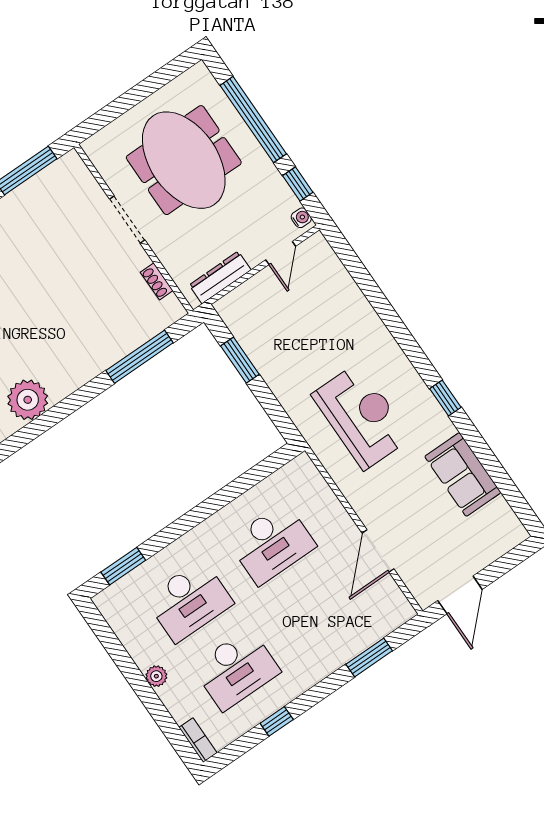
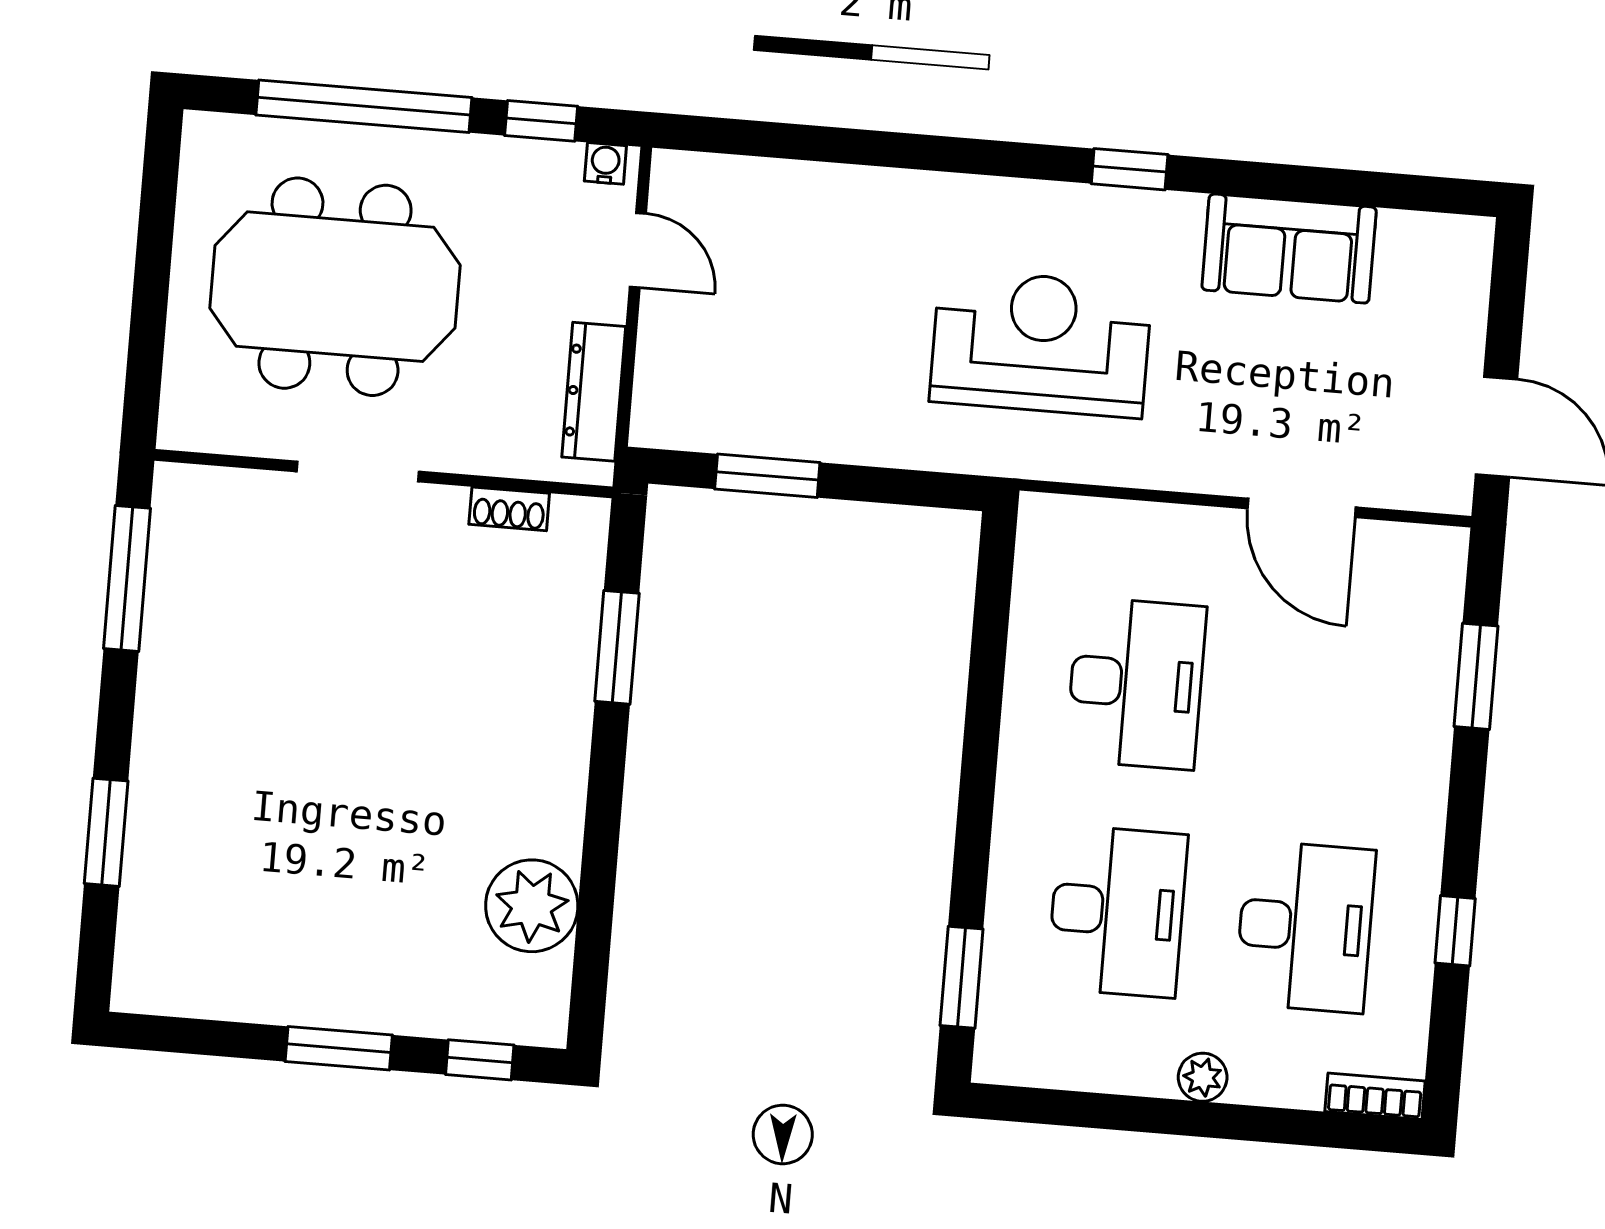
window: (140, 357) -> (617, 647), width x0.69

